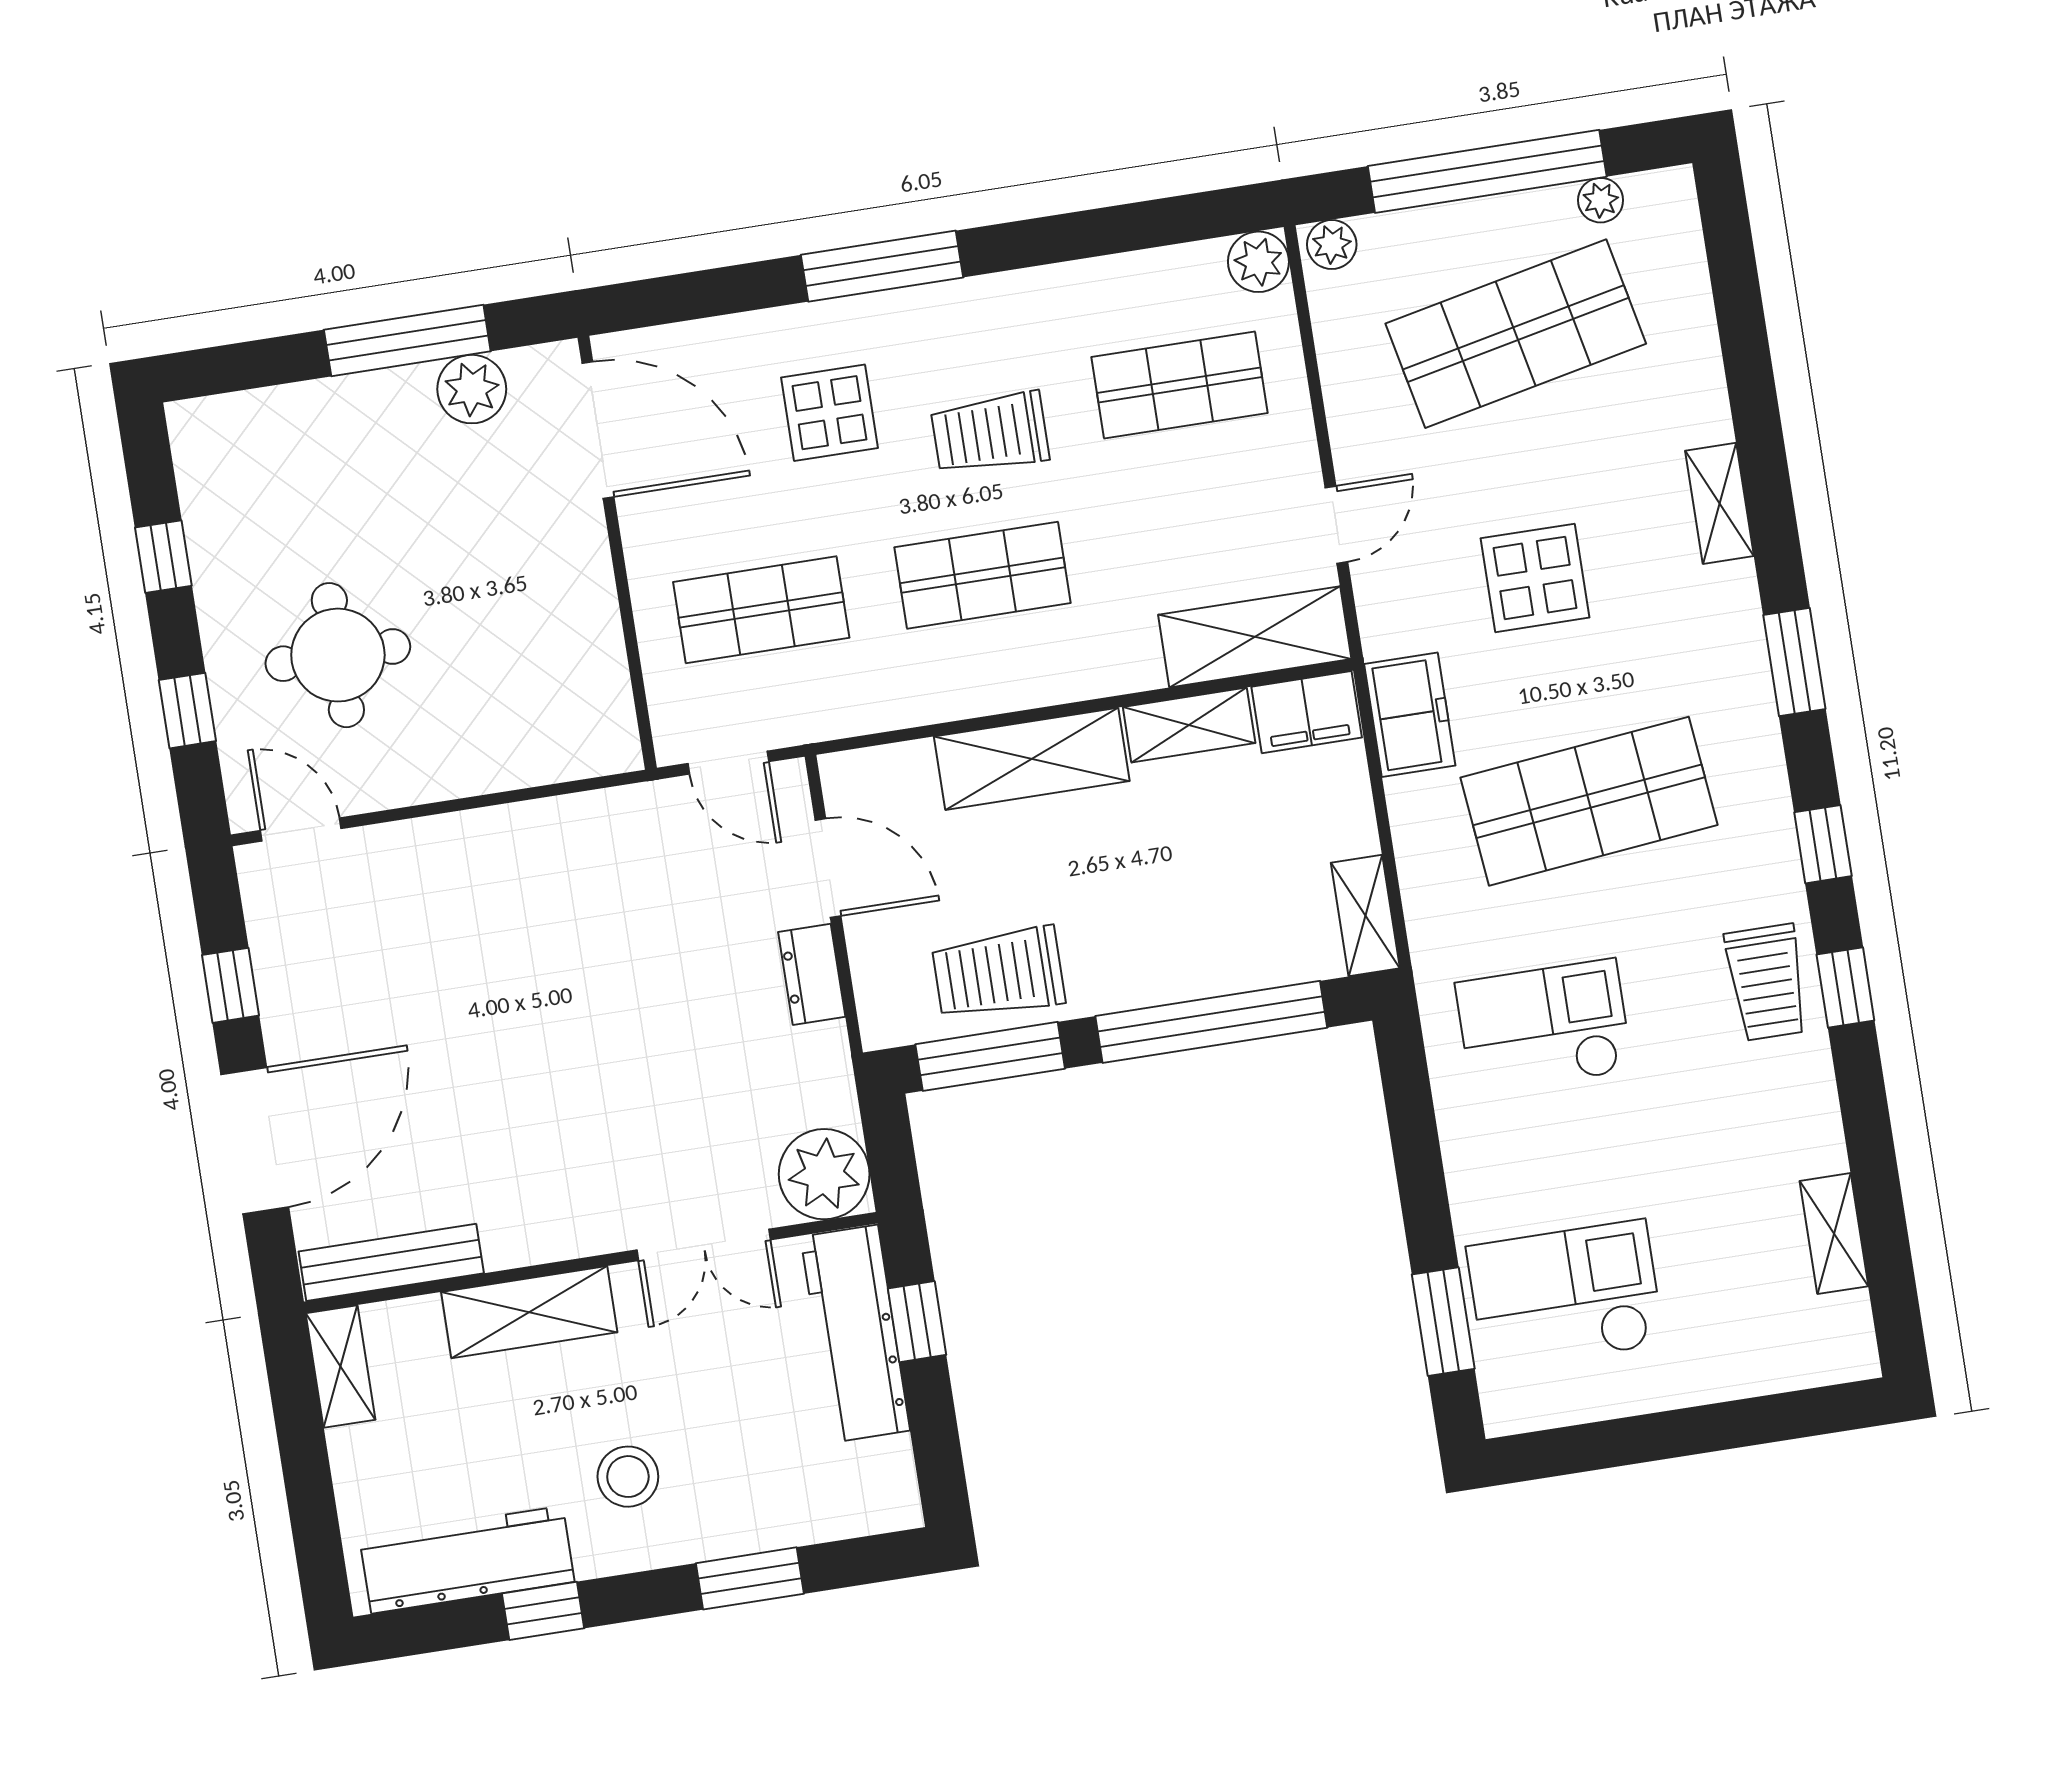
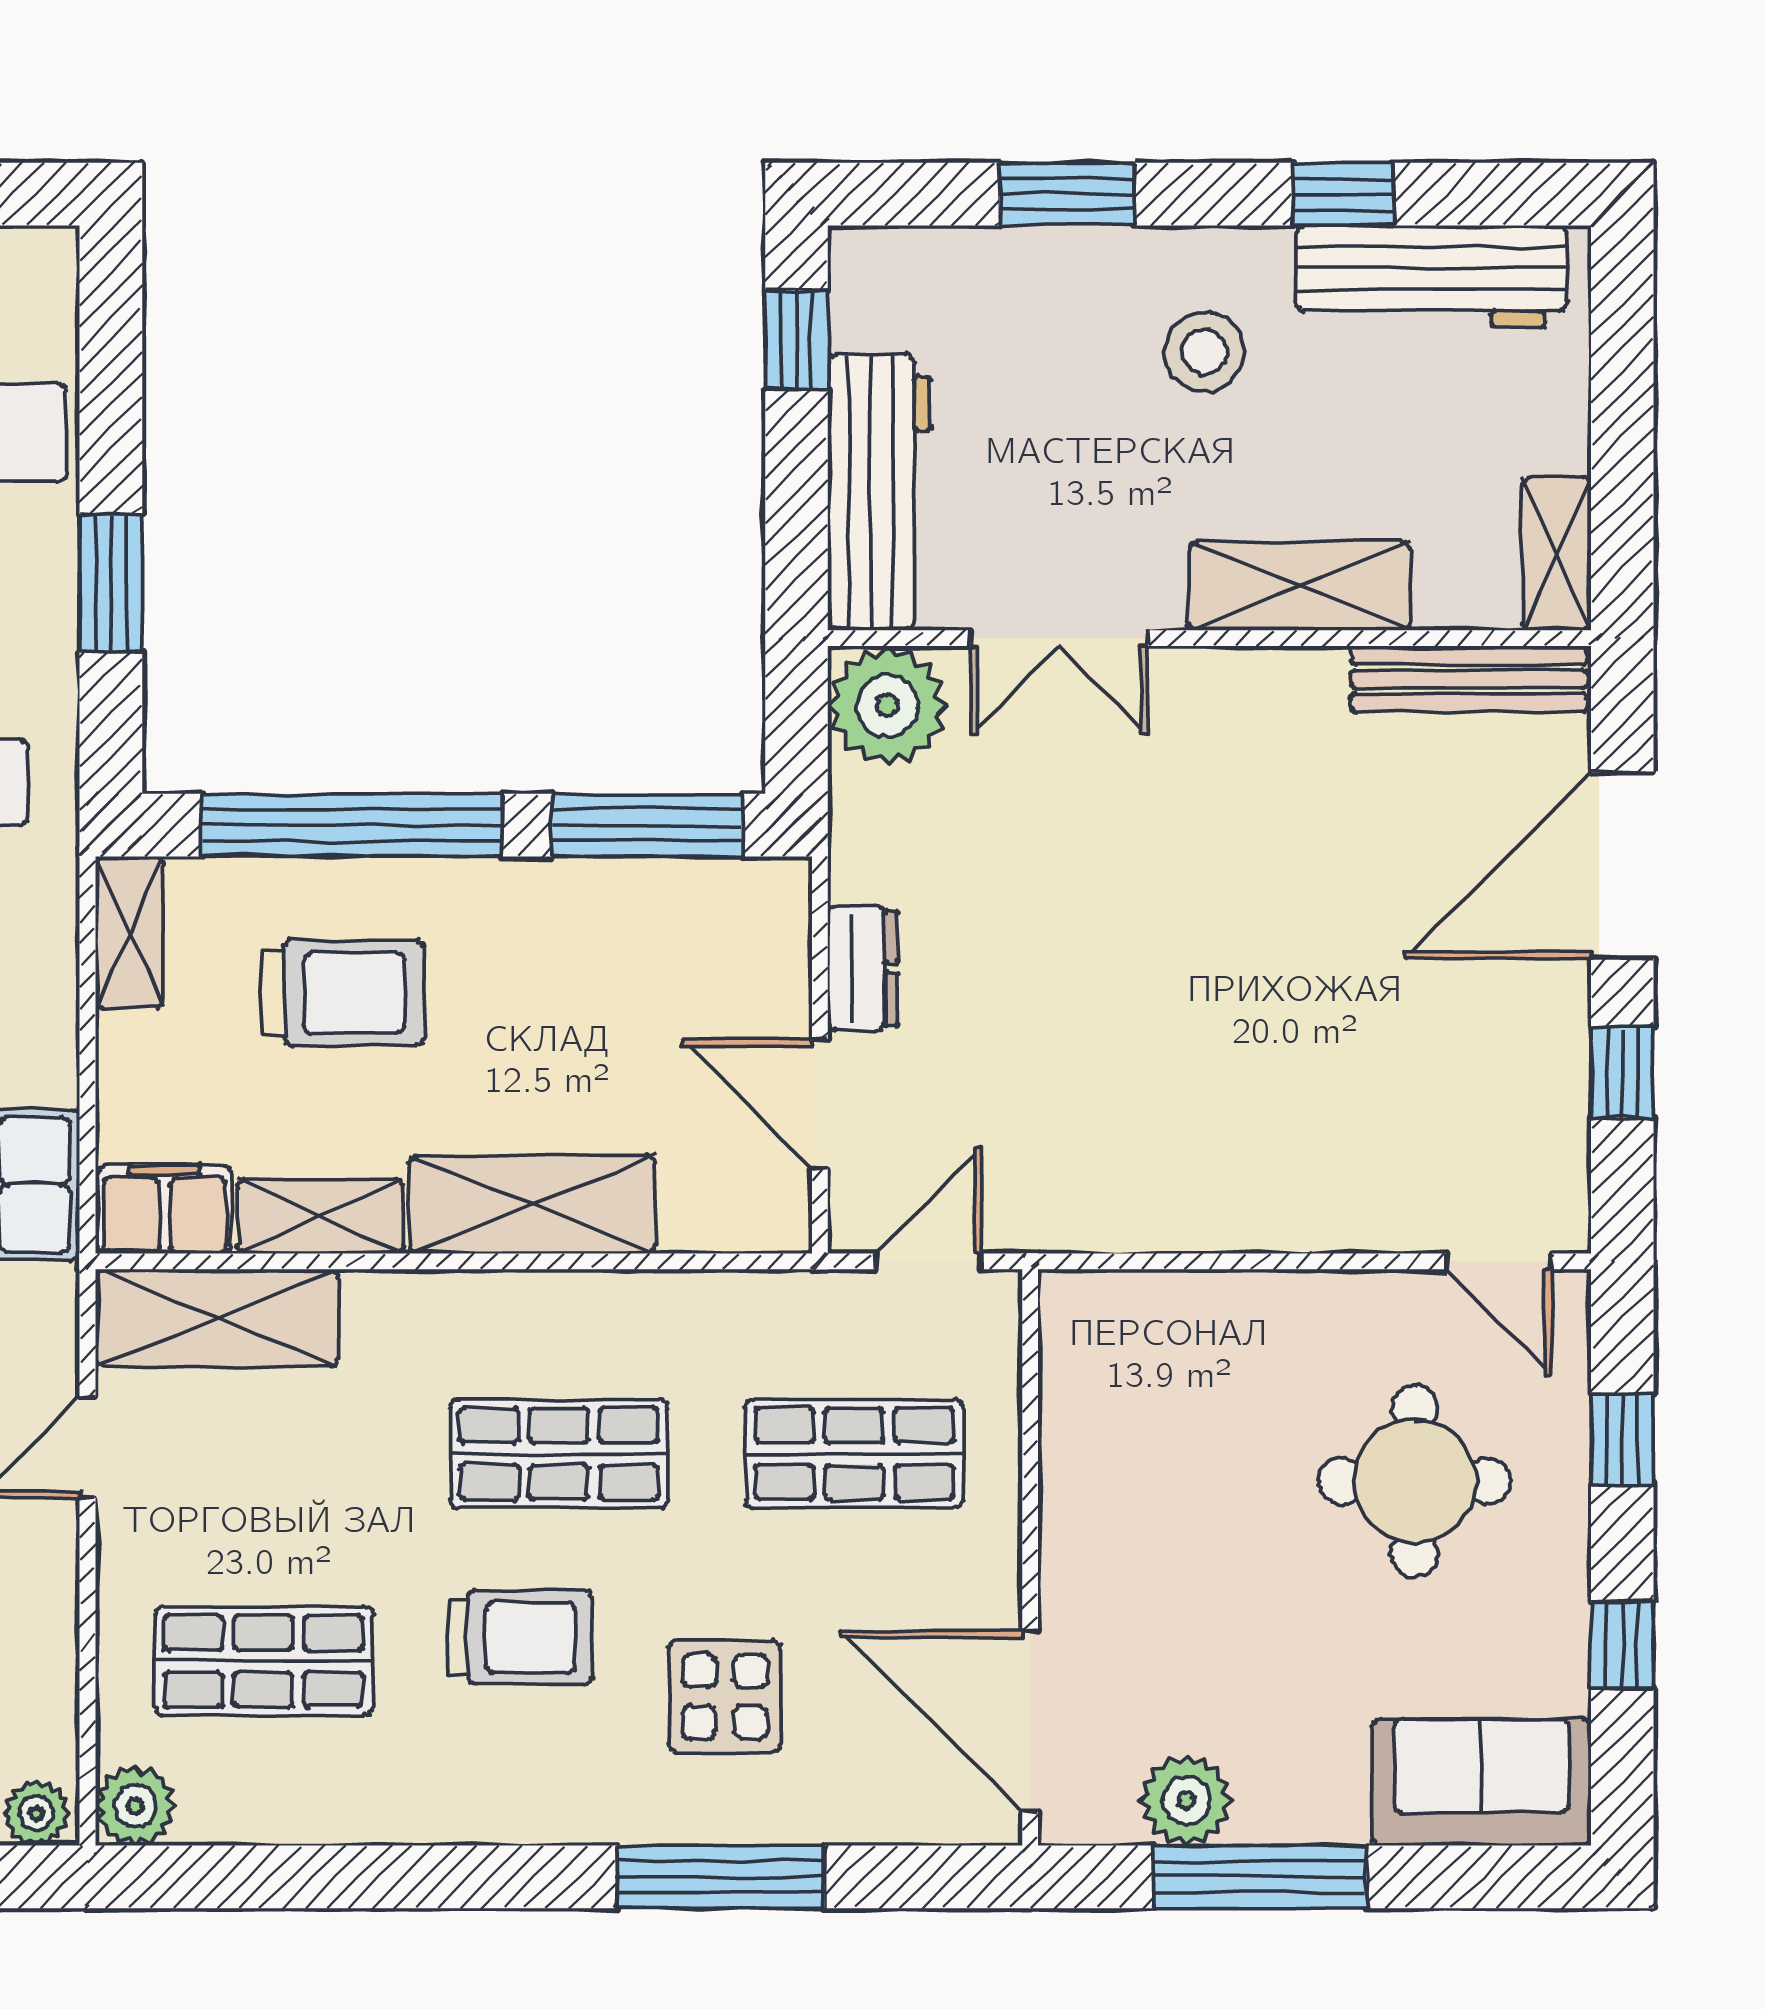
window: (882, 266) -> (721, 1877), moved
sofa: (253, 437) -> (1481, 1782), added
door: (728, 763) -> (928, 1261), hinge flipped
trolley: (998, 973) -> (343, 993), moved
double door: (704, 1245) -> (1059, 638), swing flipped
window: (917, 1322) -> (796, 340), moved
window: (1443, 1322) -> (111, 584), moved

